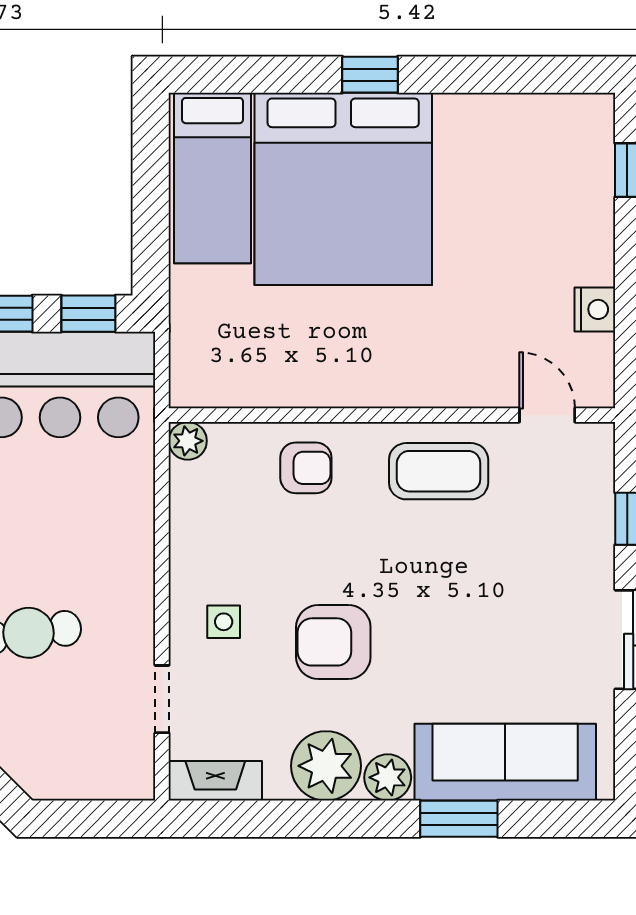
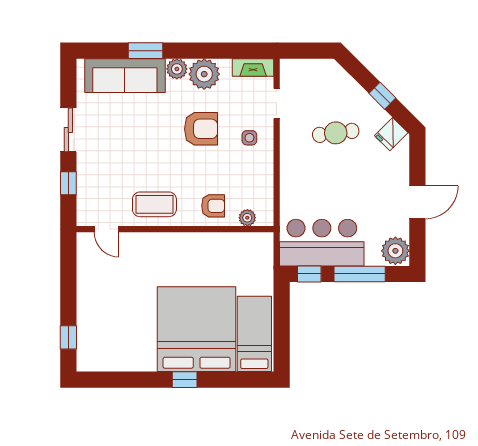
nightstand: (595, 309) -> (85, 276), removed
plant: (188, 441) -> (247, 218), moved
armchair: (306, 468) -> (213, 206), turned 180

